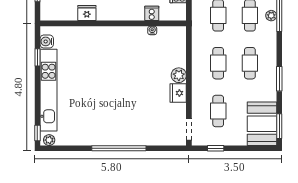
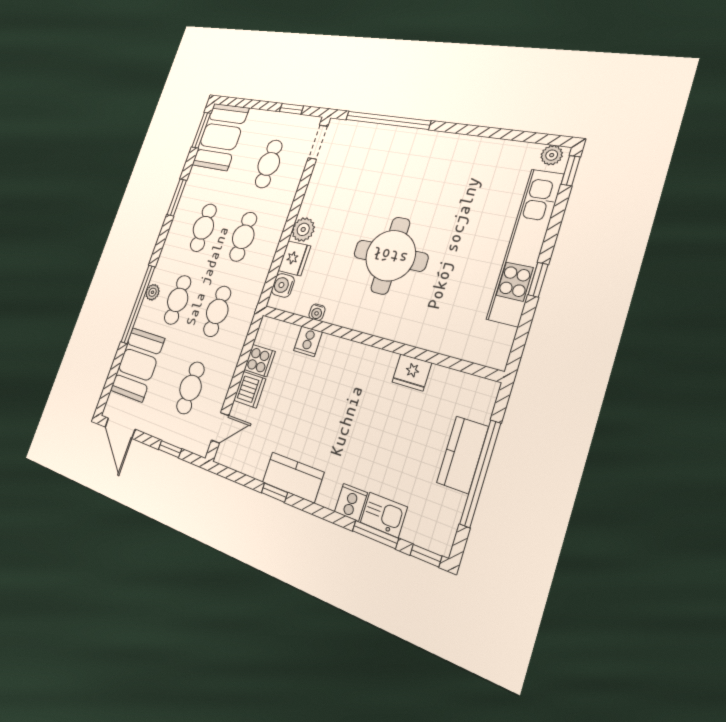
water cooler: (47, 41) -> (283, 285), moved, turned 180
window: (37, 57) -> (538, 280), moved
round table: (119, 71) -> (390, 256), added
fridge: (178, 93) -> (294, 258), moved
window: (119, 148) -> (387, 120), moved

